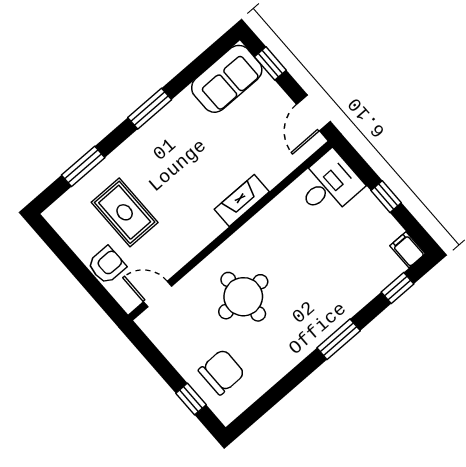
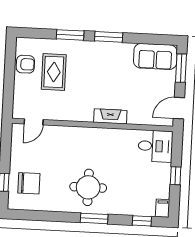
window: (270, 63) -> (181, 68), width x1.50
window: (83, 166) -> (70, 35), moved
armchair: (107, 265) -> (25, 64), moved
door: (158, 294) -> (34, 122), swing flipped
round table: (243, 297) -> (88, 187), moved

